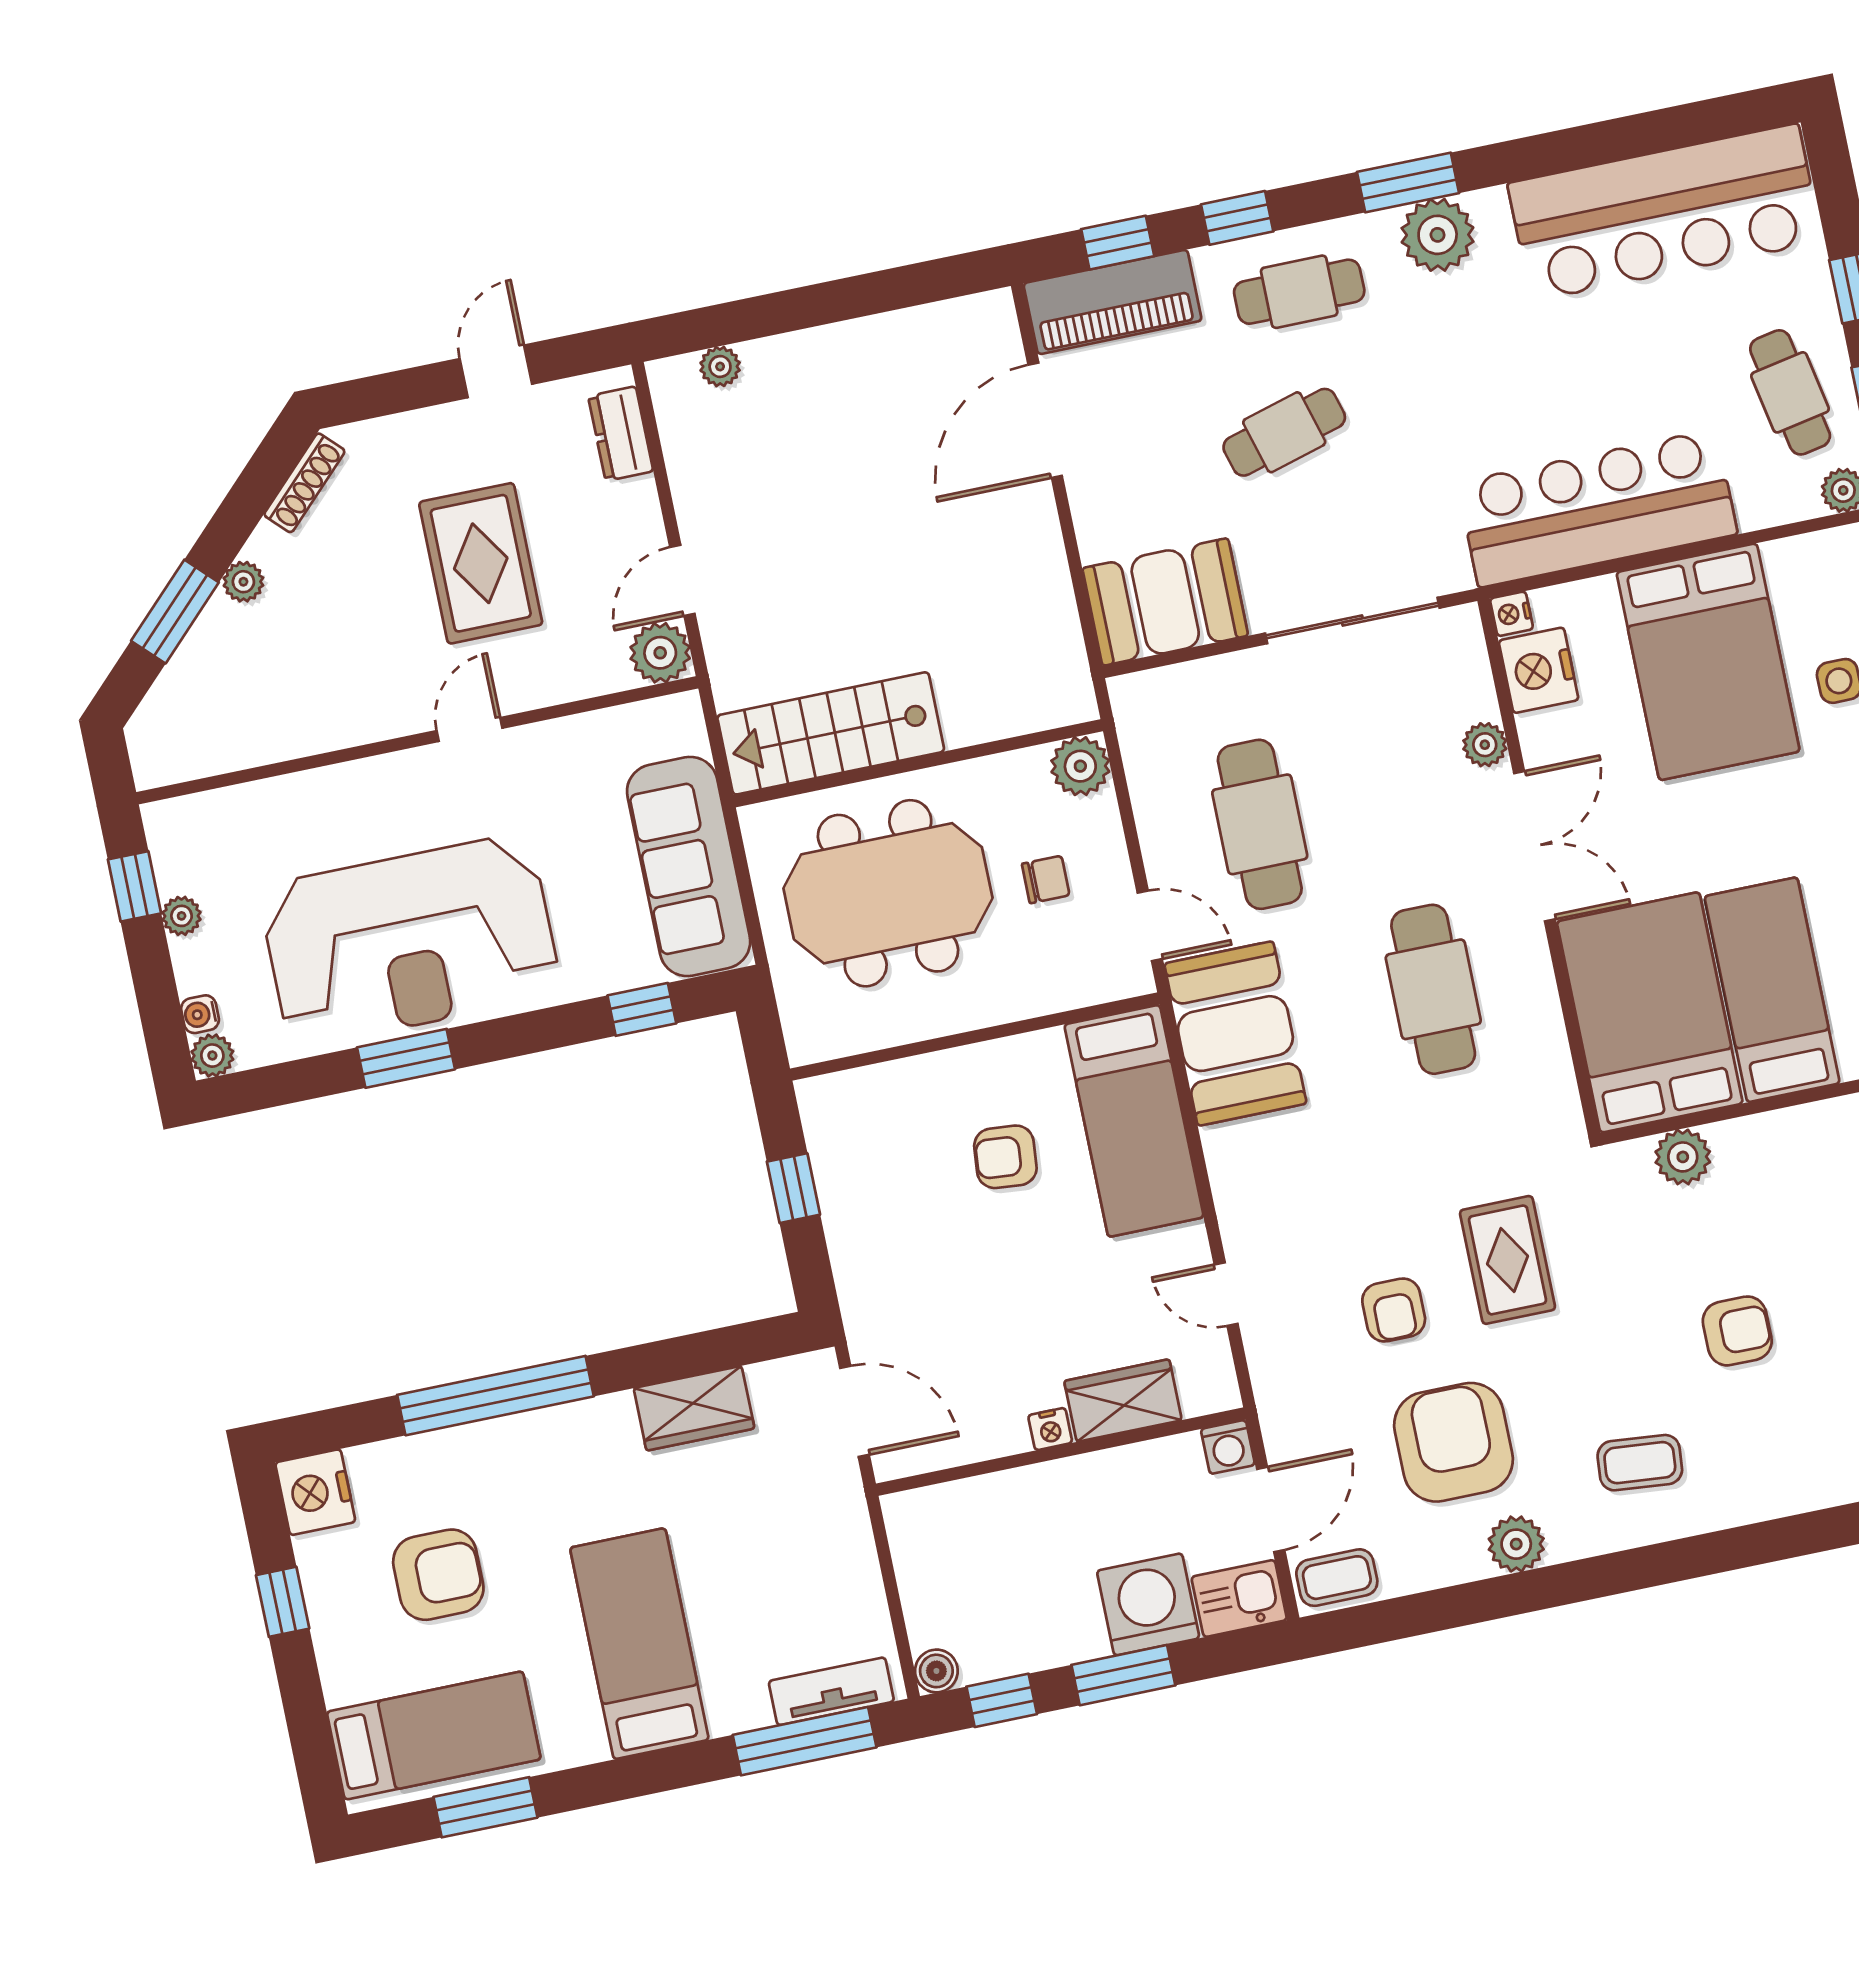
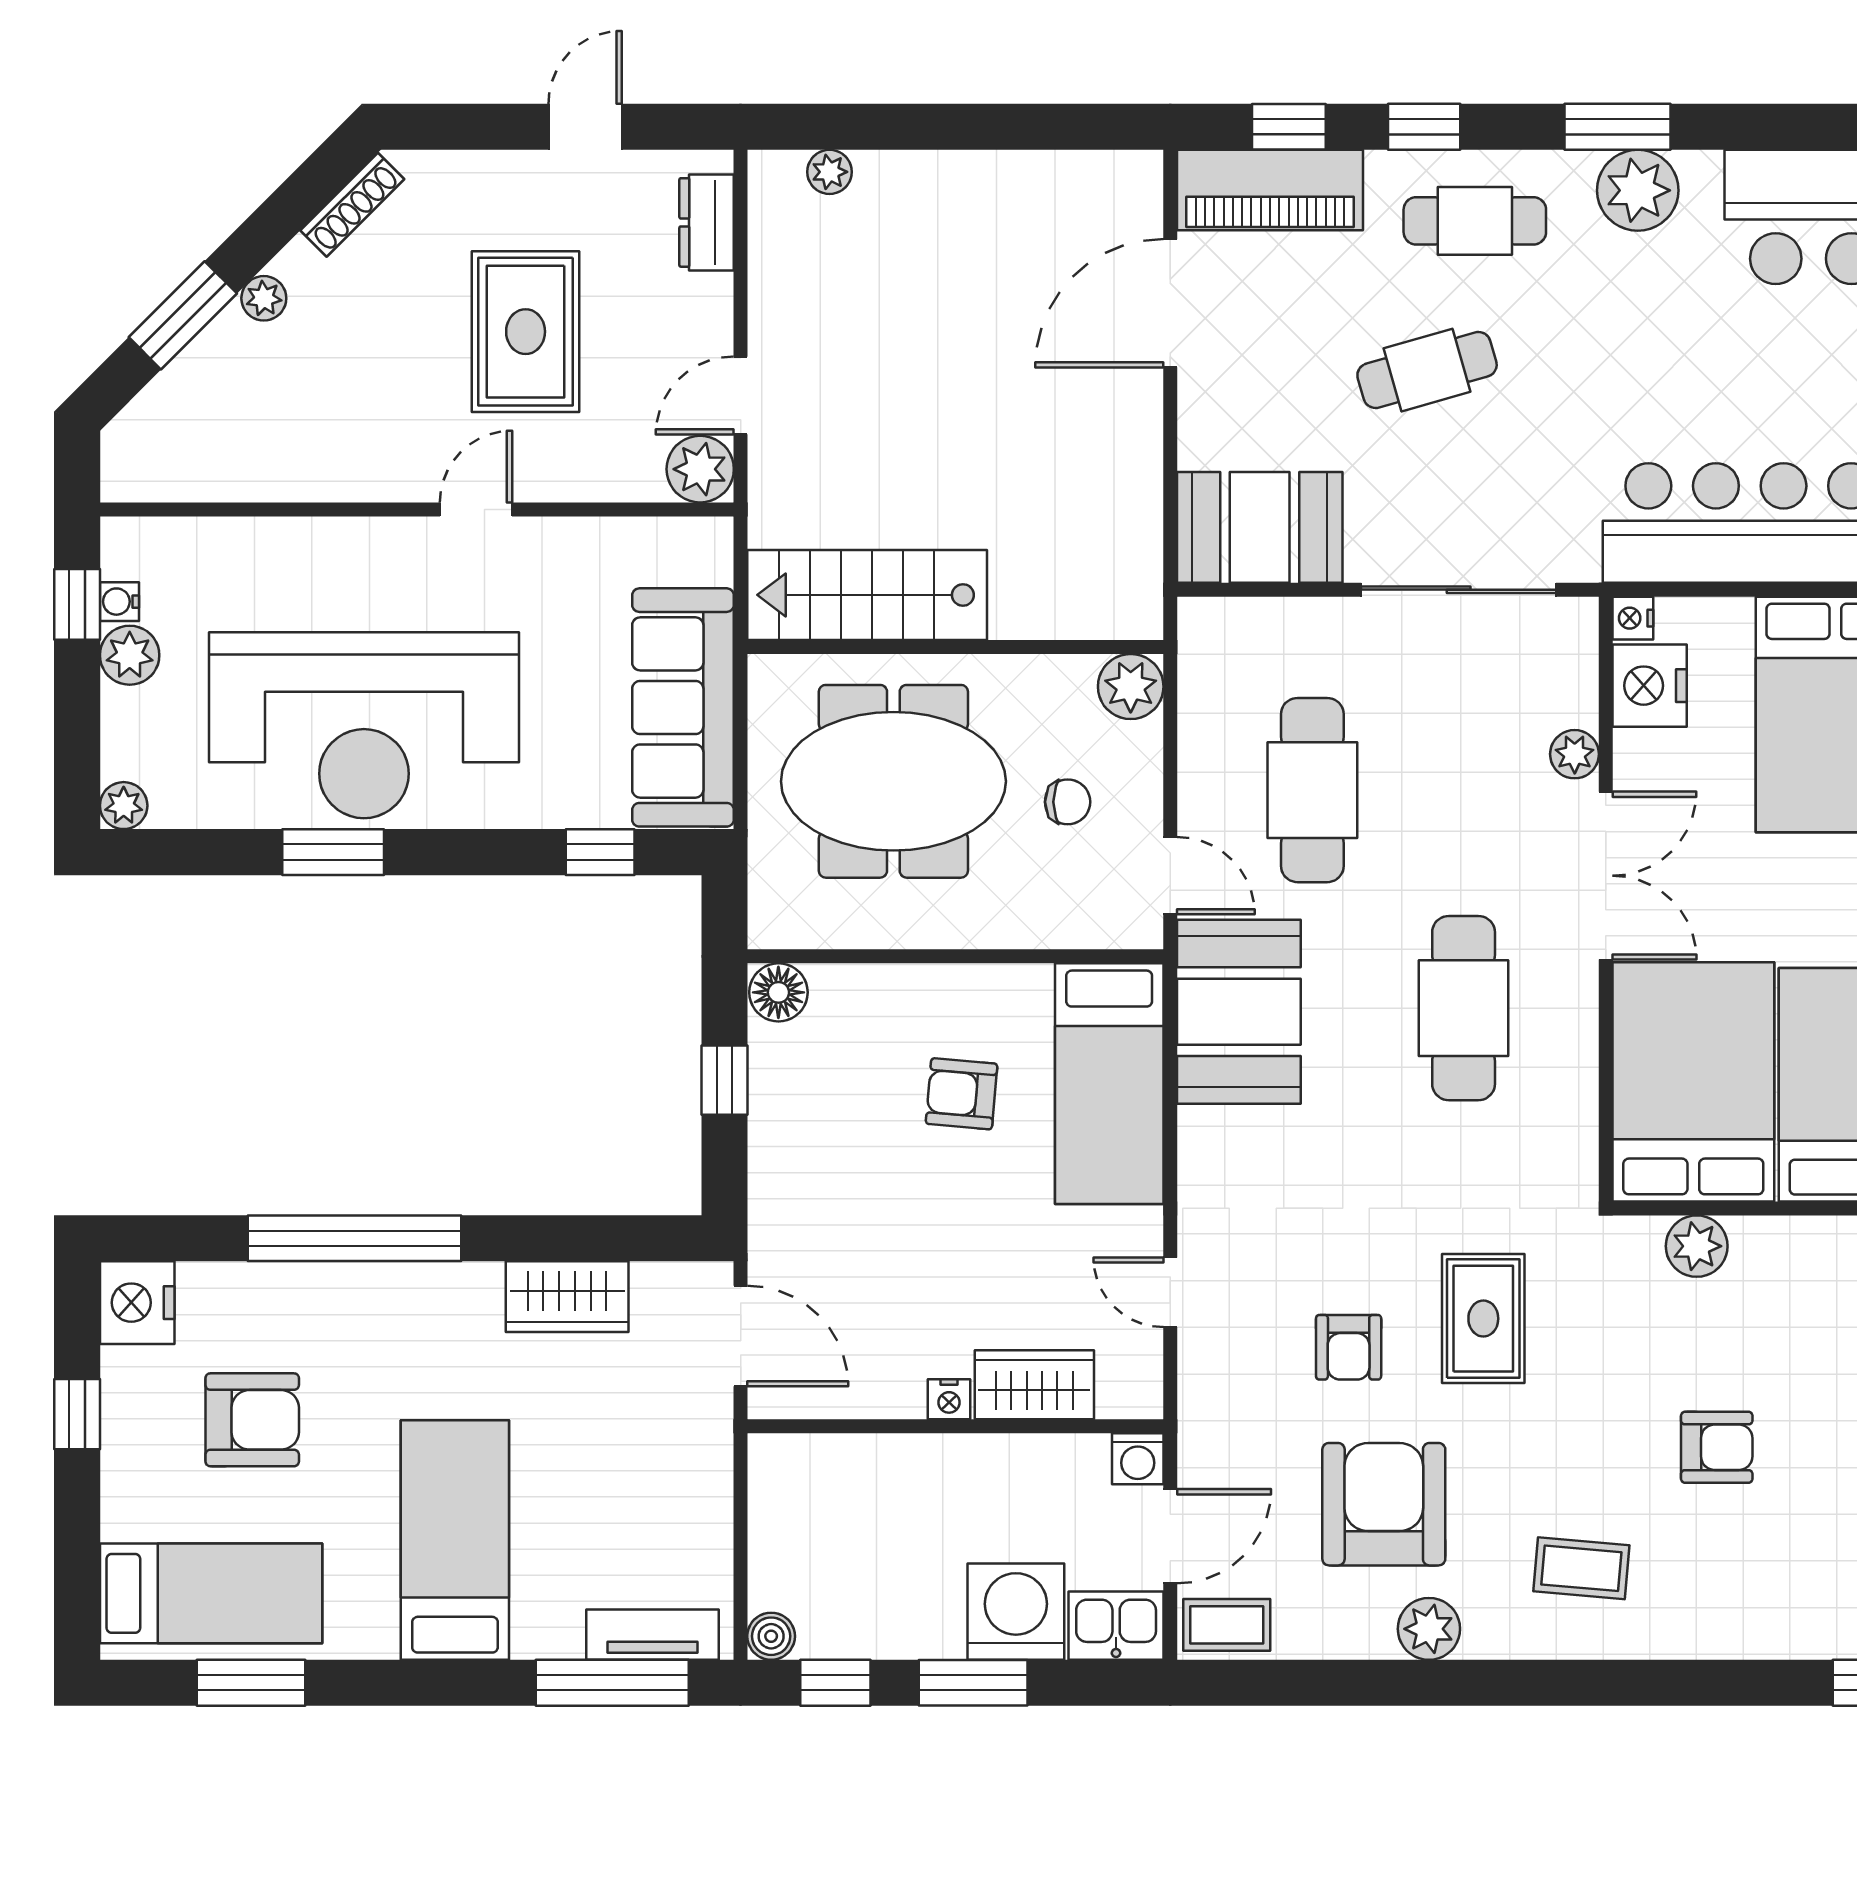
plant: (182, 916) -> (130, 655), width x1.38, depth x1.38
water cooler: (200, 1014) -> (120, 602), moved
floor lamp: (825, 1101) -> (778, 992), added

